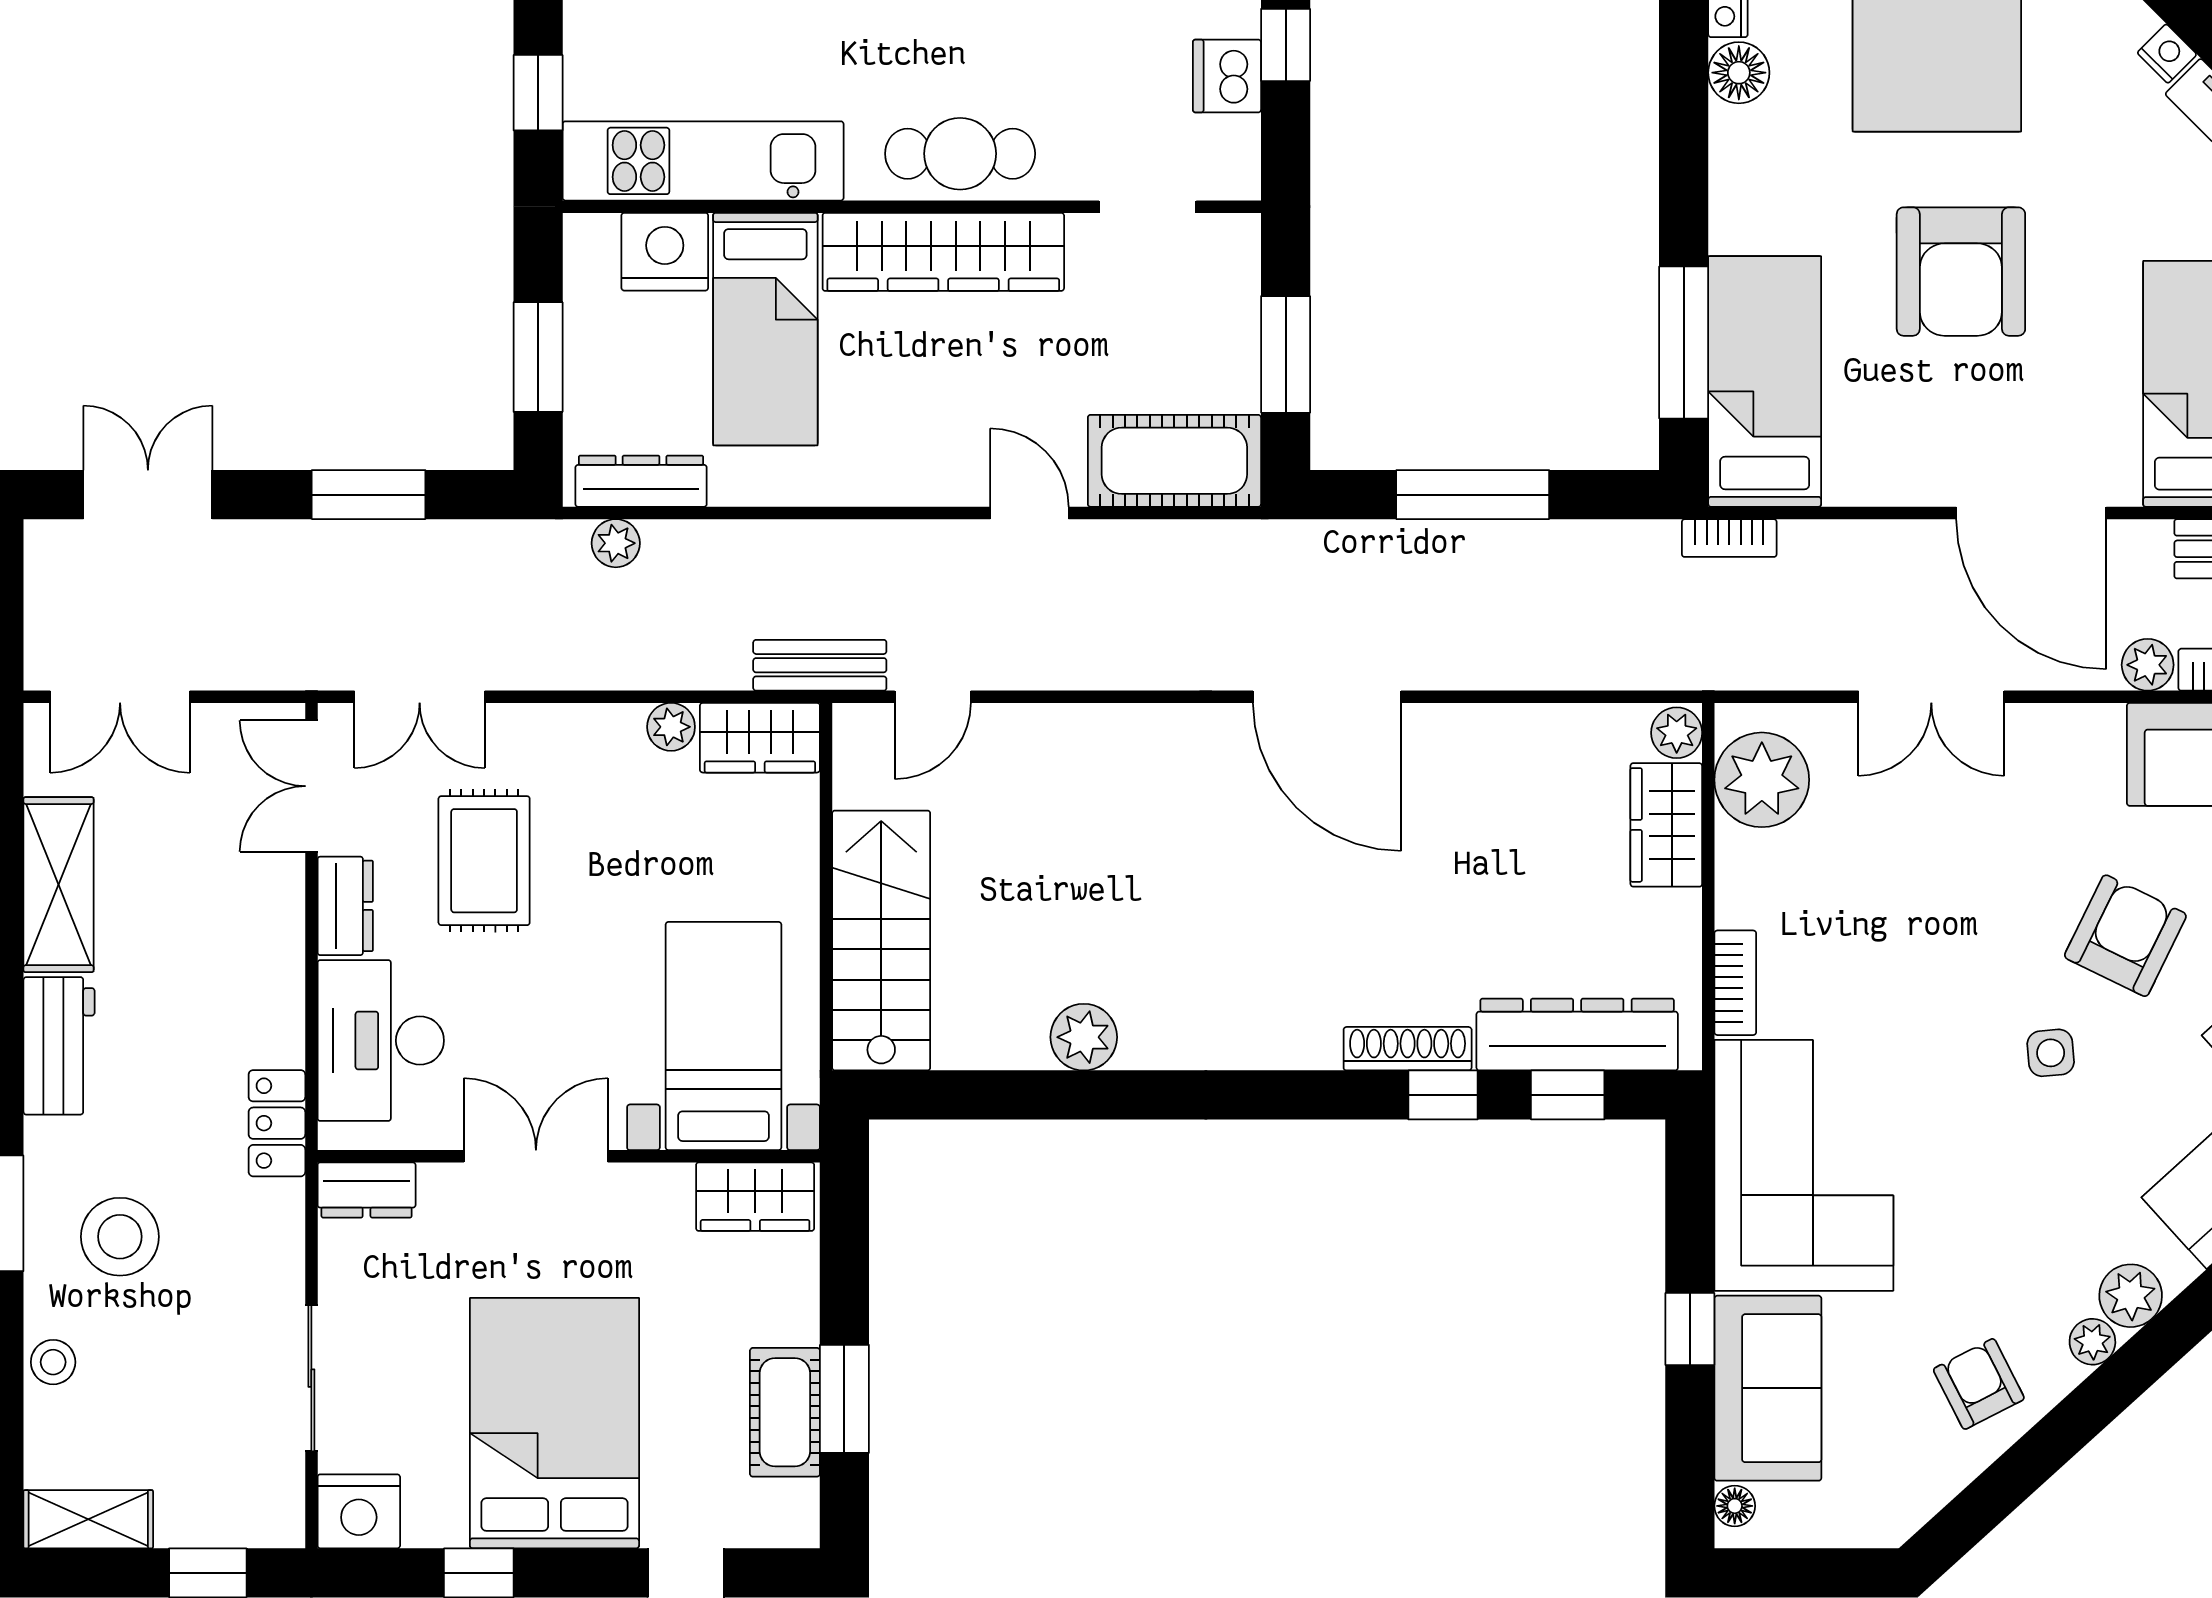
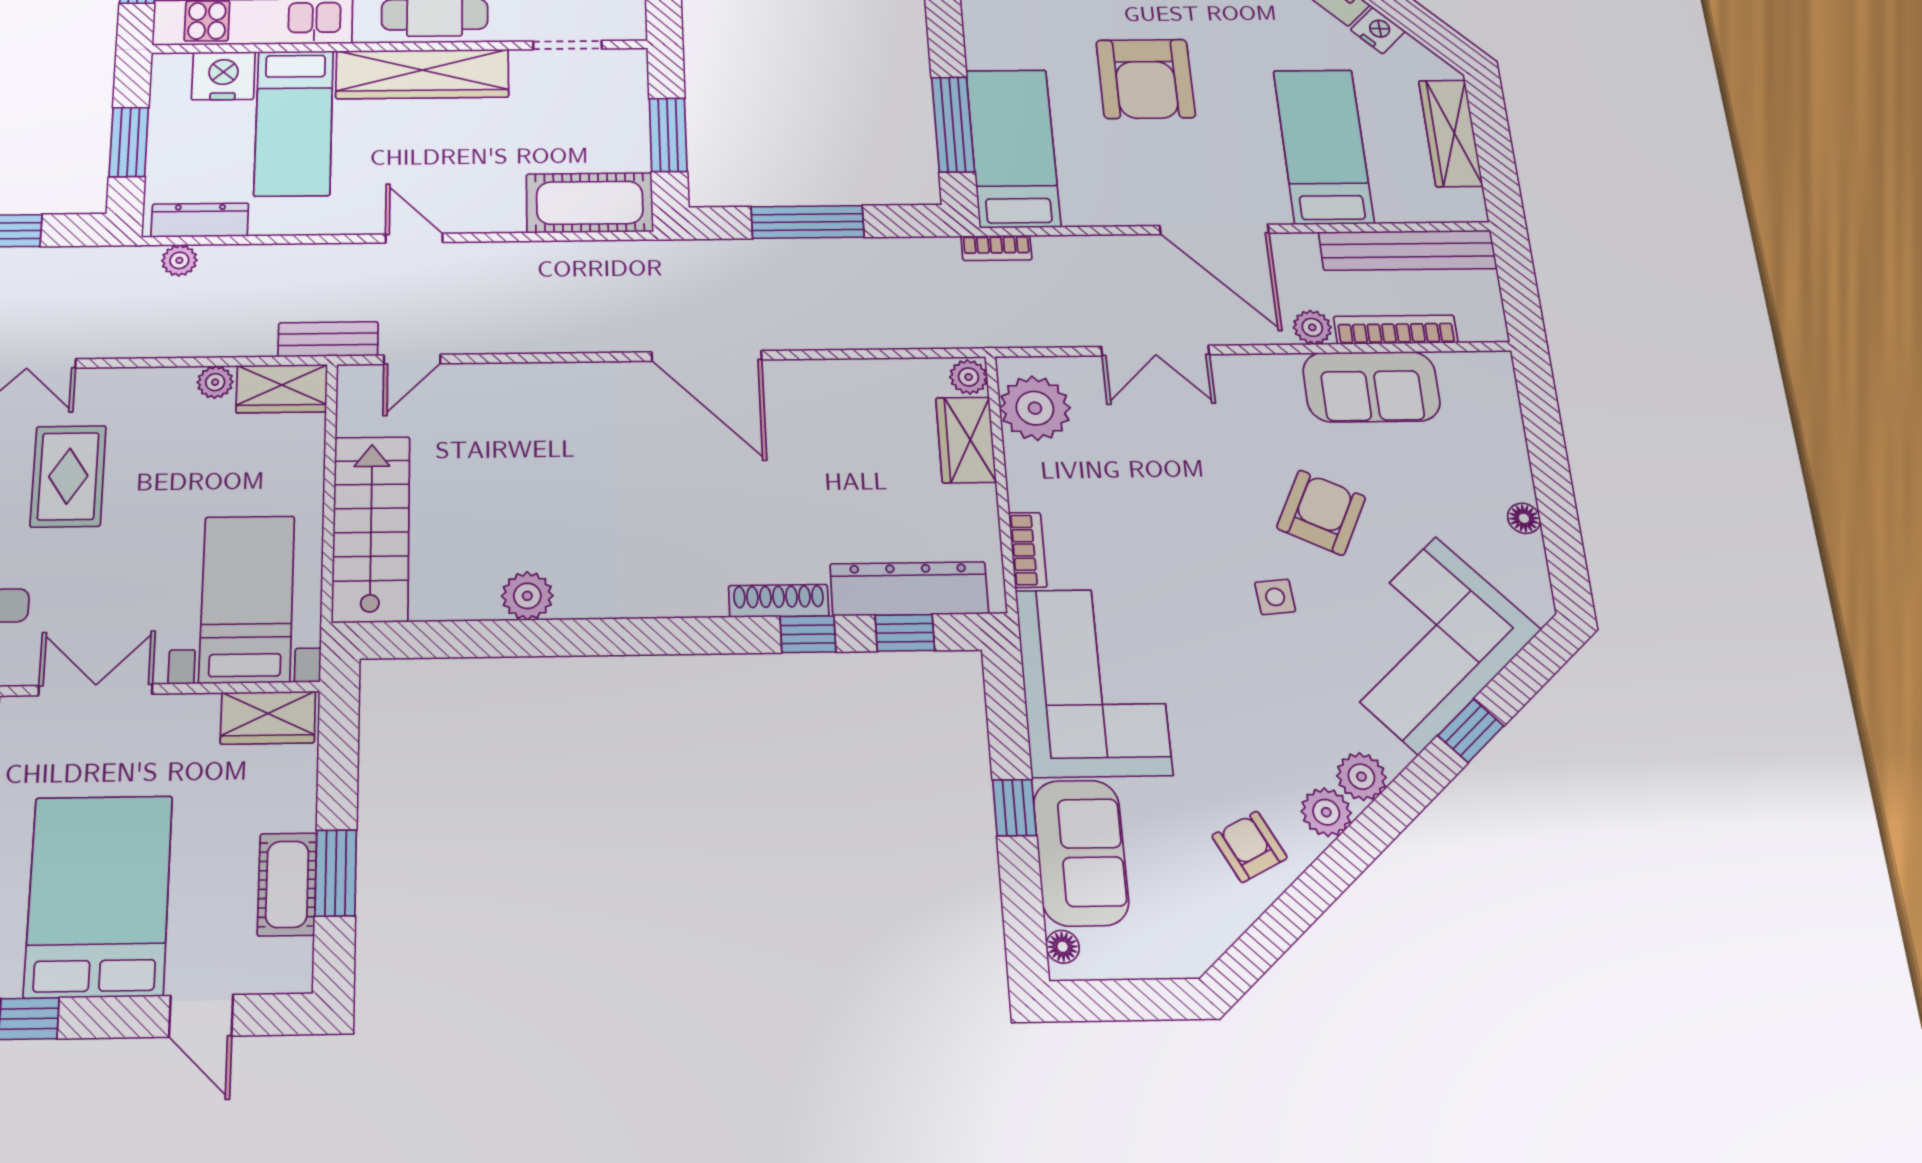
door: (1029, 513) -> (414, 238), moved
plant: (2092, 1342) -> (1326, 812), width x1.38, depth x1.38

